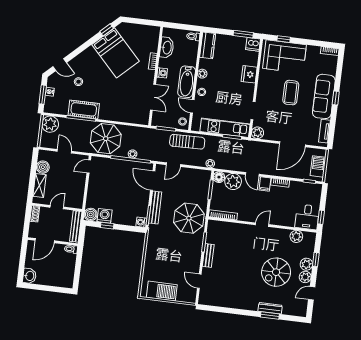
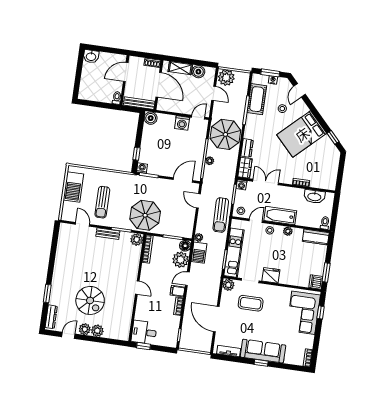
bed: (115, 53) -> (302, 134), moved
washing machine: (162, 73) -> (241, 185), moved
fridge: (249, 74) -> (271, 275), moved
coffee table: (291, 93) -> (251, 303), moved
double door: (153, 97) -> (266, 182), swing flipped
cot: (84, 109) -> (257, 99), moved
dresser: (119, 117) -> (247, 148), added
wardrobe: (139, 118) -> (245, 168), added
plant: (50, 124) -> (226, 78), moved
door: (64, 151) -> (214, 93), hinge flipped
door: (89, 166) -> (198, 117), hinge flipped
barbecue: (318, 166) -> (199, 253), moved, turned 90
door: (57, 207) -> (159, 85), width x1.88
bench: (155, 208) -> (156, 182), removed
washing machine: (105, 216) -> (182, 123), moved, turned 90
window: (107, 226) -> (136, 154), moved
plant: (296, 236) -> (137, 239), moved
door: (45, 241) -> (126, 72), hinge flipped
window: (316, 260) -> (102, 340), removed
sun lounger: (176, 262) -> (102, 202), added
spiral stairs: (276, 272) -> (90, 300), turned 180
door: (199, 281) -> (83, 224), hinge flipped
door: (312, 293) -> (68, 335), hinge flipped
dresser: (270, 308) -> (51, 317), moved

